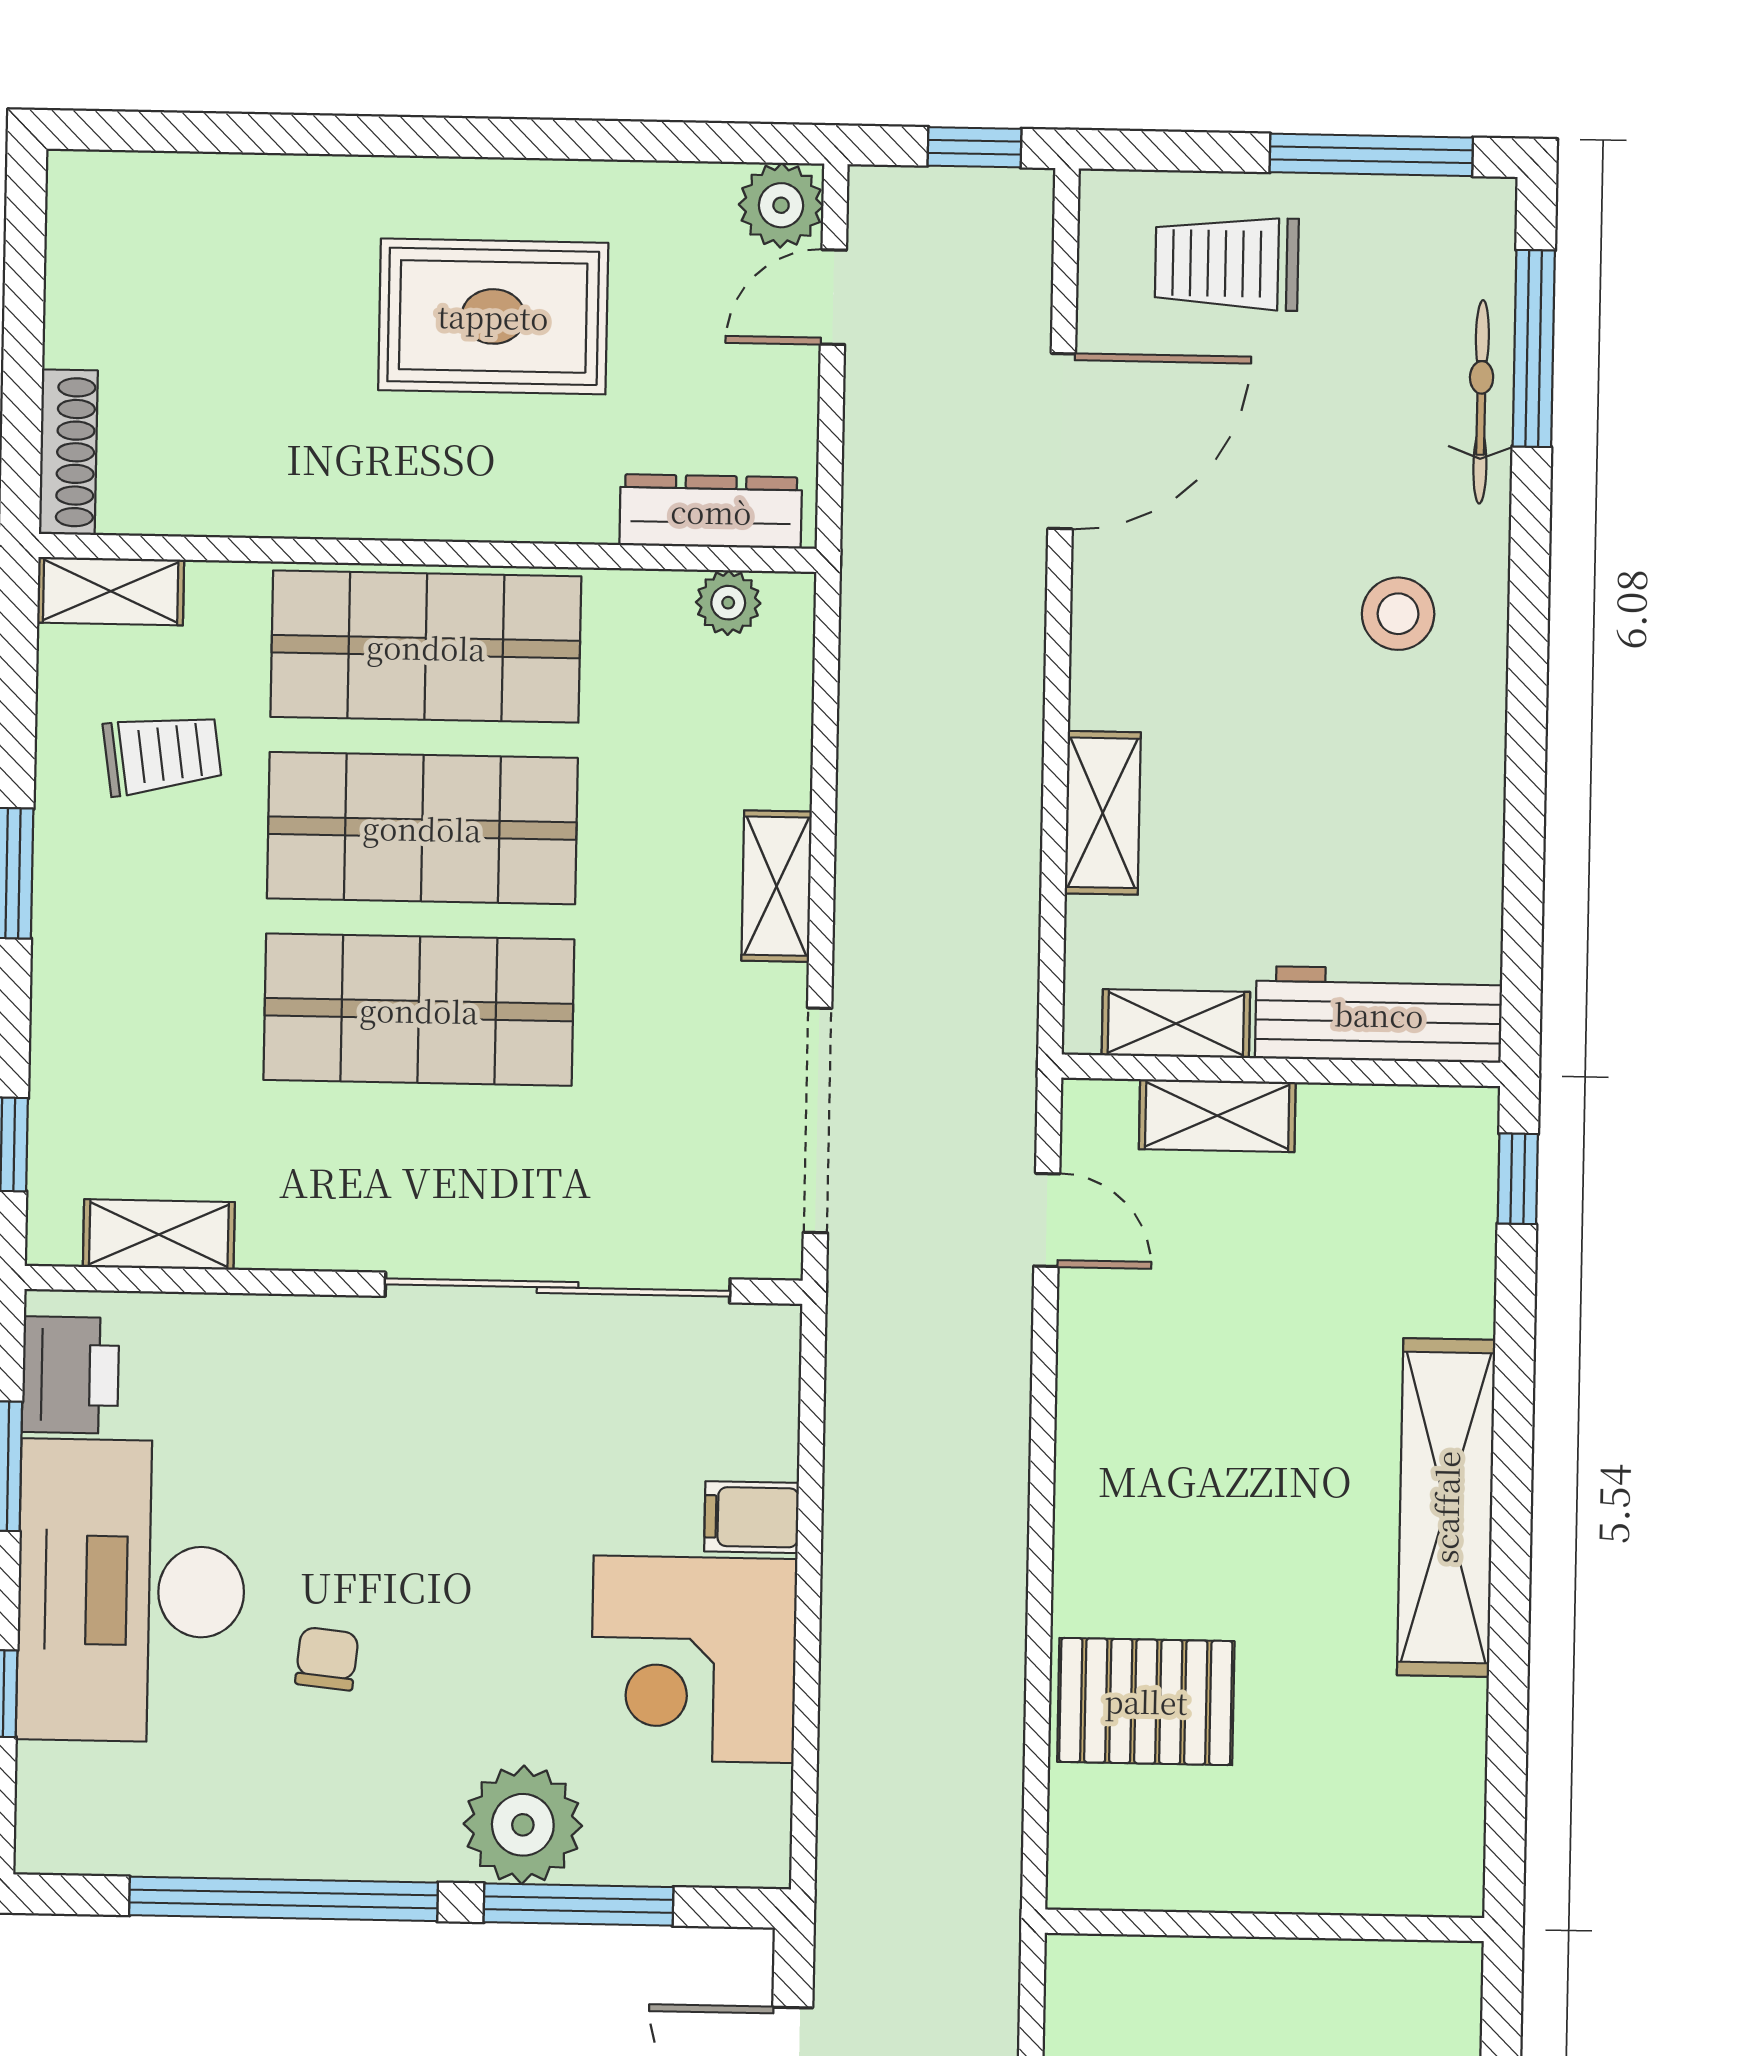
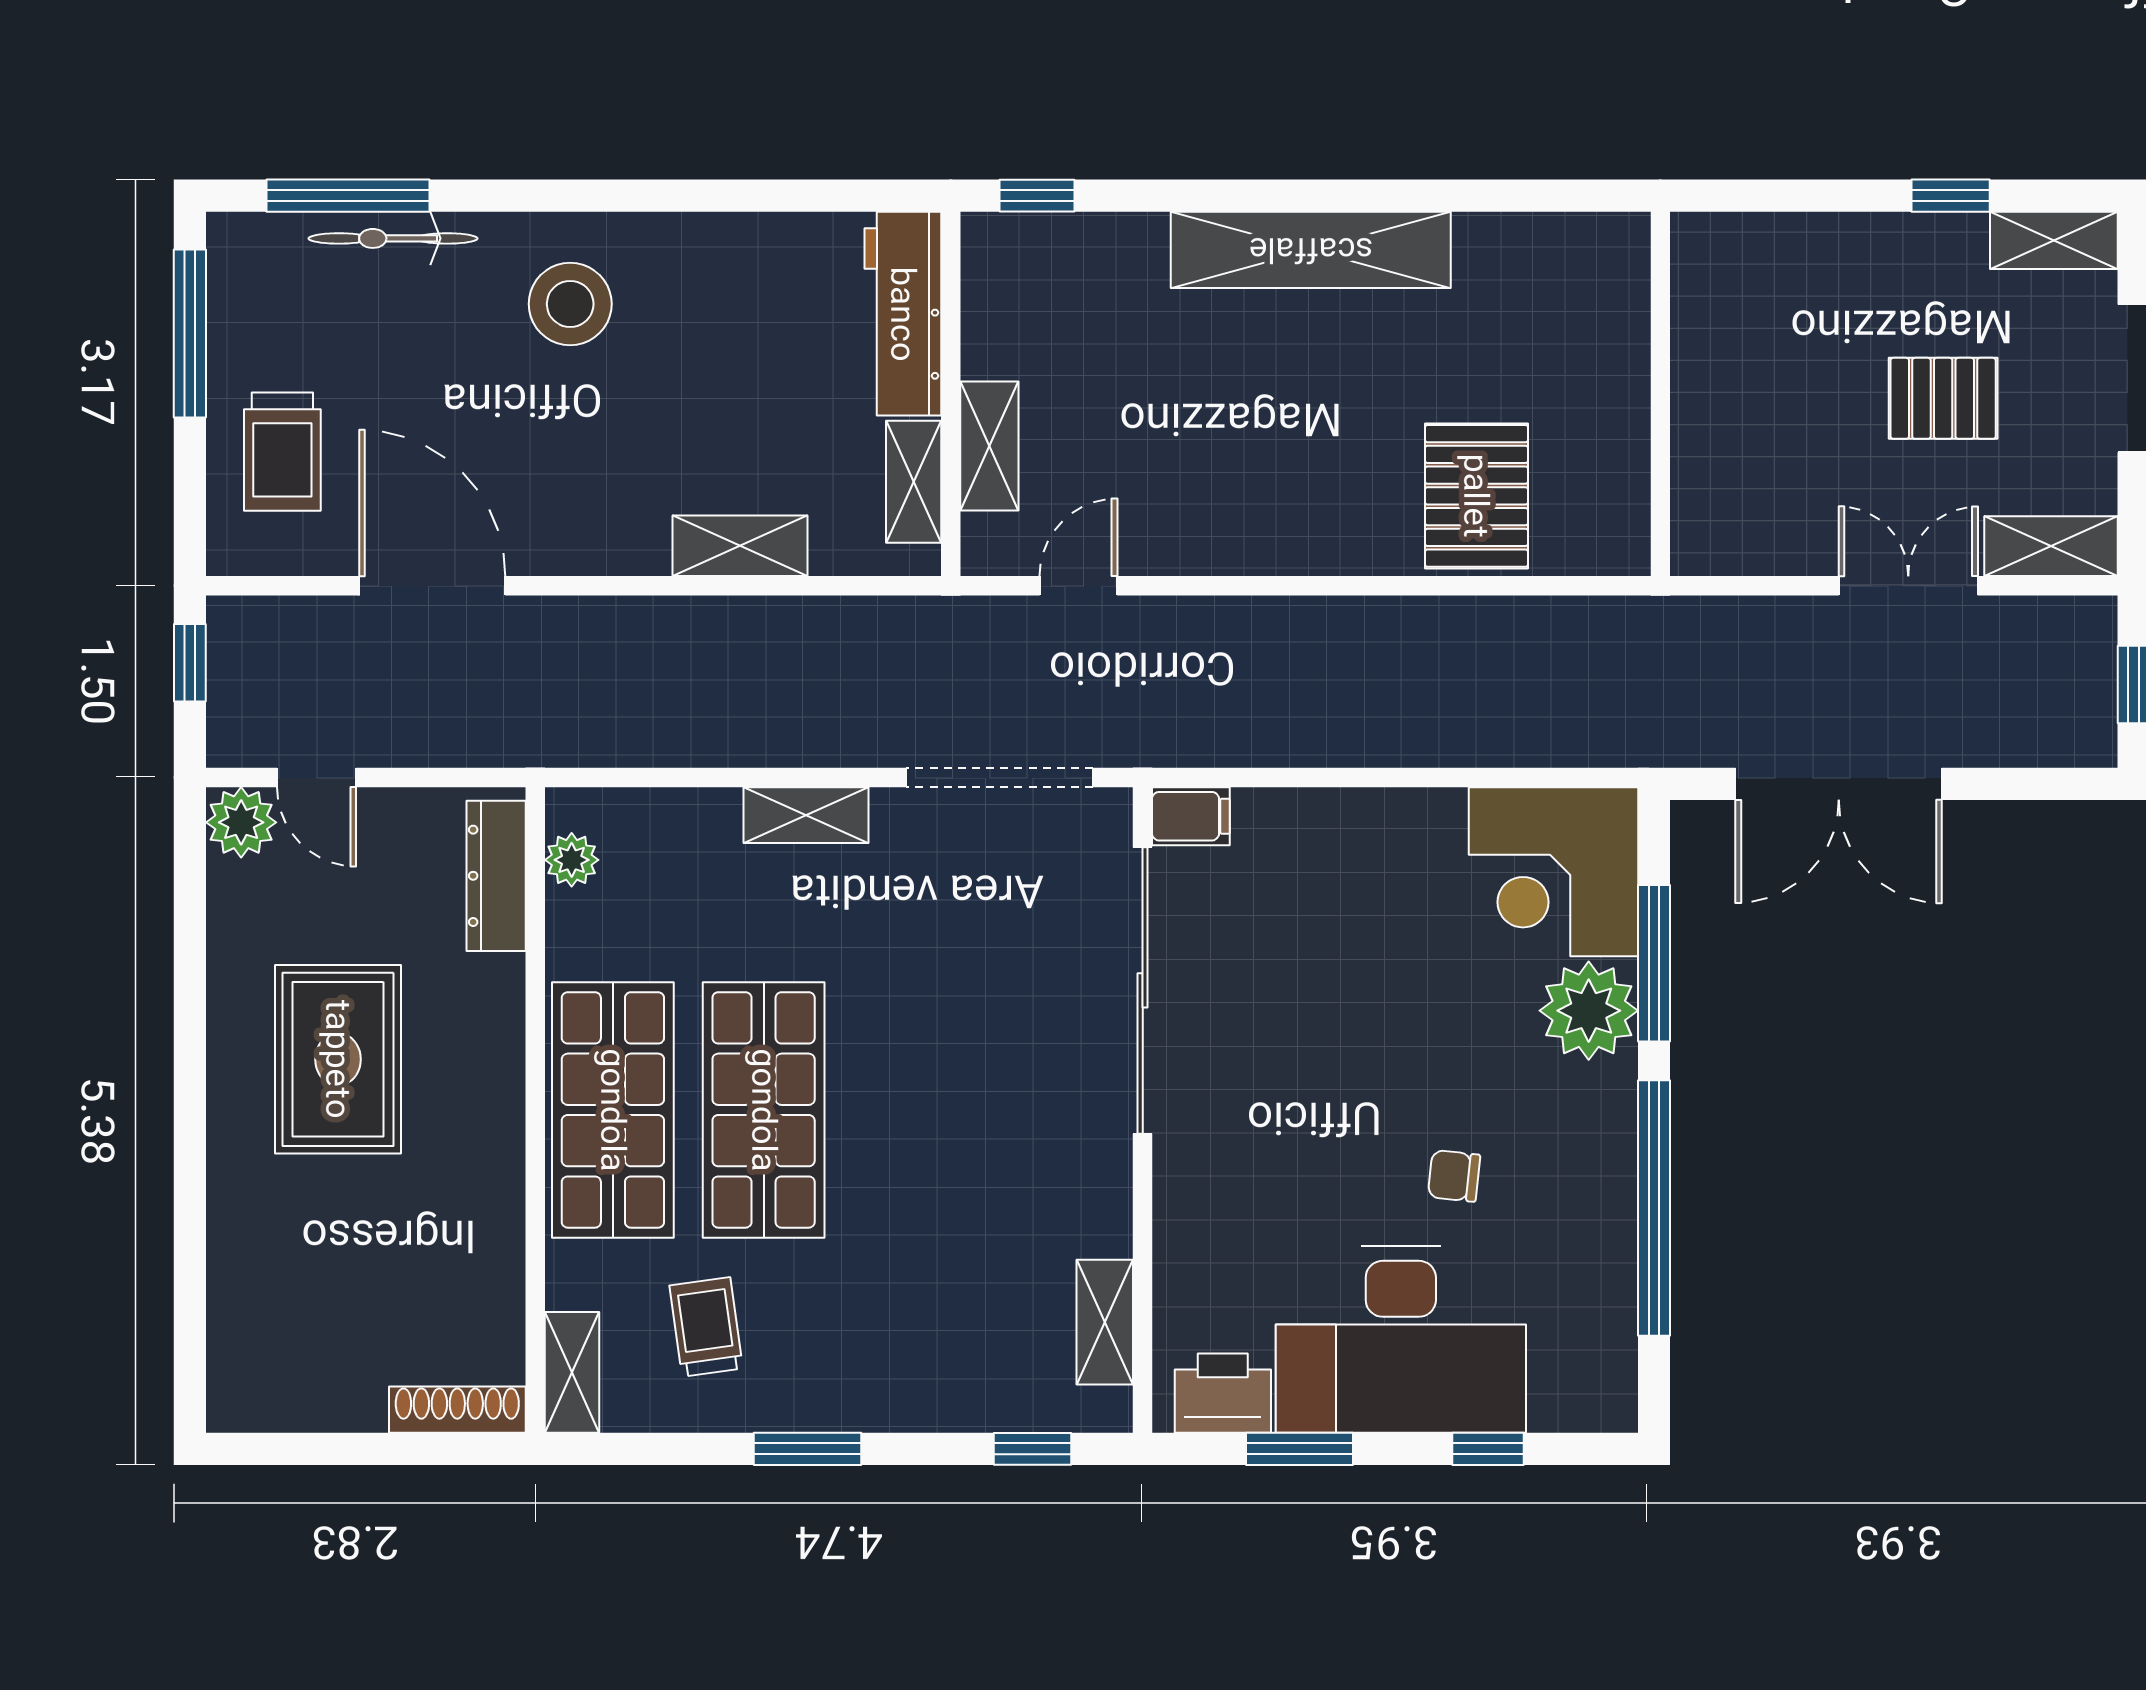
stool: (1398, 614) -> (570, 304), width x1.38, depth x1.38
shop shelf: (419, 1010) -> (914, 1110), removed
filing cabinet: (752, 1517) -> (1191, 816), moved, turned -90
corner desk: (694, 1659) -> (1553, 872), moved, turned 90

